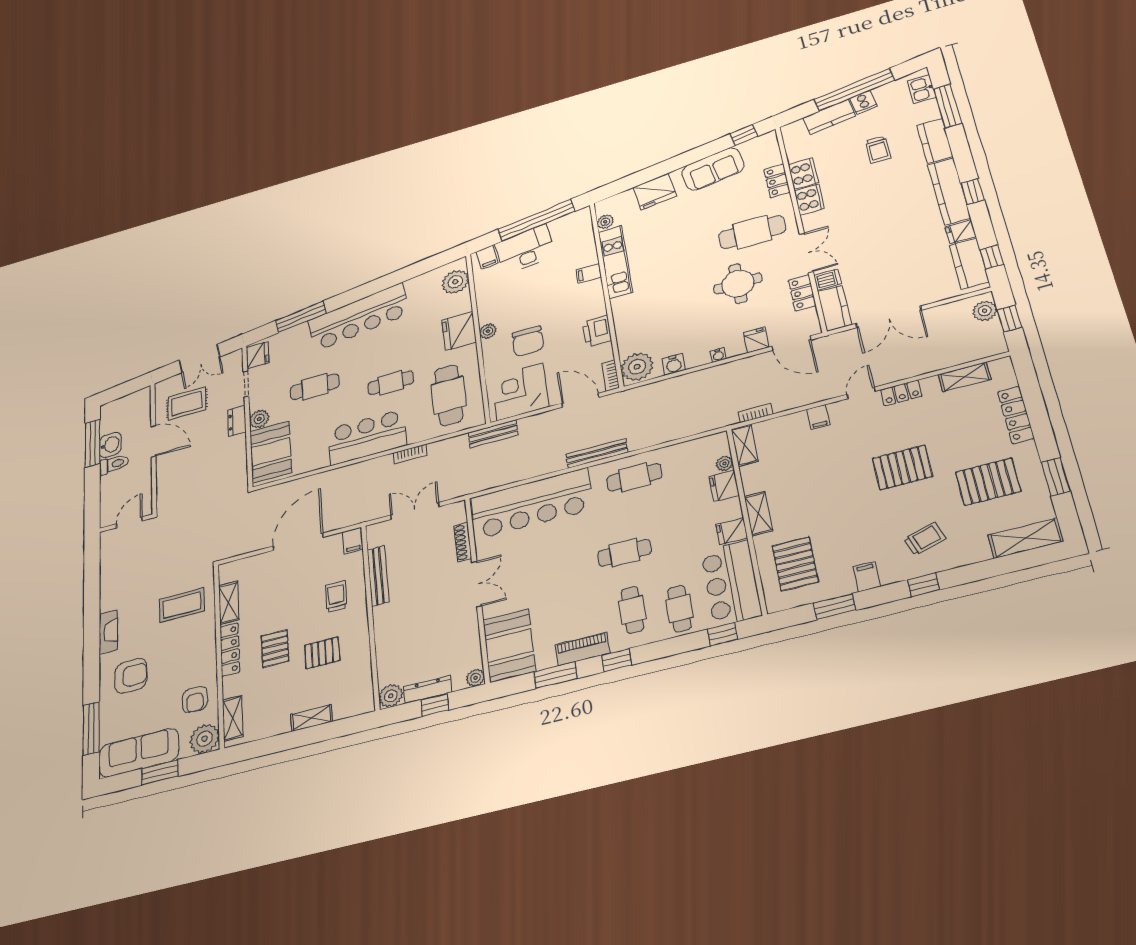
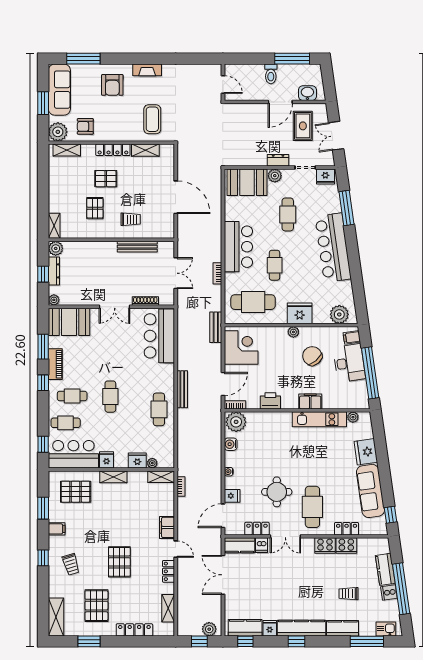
sofa: (713, 169) -> (370, 491), width x1.36
filing cabinet: (589, 274) -> (310, 401), width x2.00
chair: (528, 341) -> (312, 356), moved, turned 49
filing cabinet: (818, 417) -> (167, 527), width x2.00
washbasin: (110, 445) -> (307, 93), moved, turned 180
bar counter: (532, 504) -> (159, 336), width x0.73
filing cabinet: (353, 541) -> (166, 232), removed
shelving: (312, 718) -> (54, 226), moved

